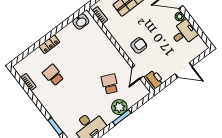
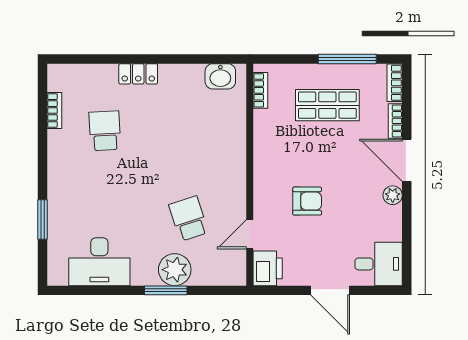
desk: (184, 33) -> (379, 264), moved
armchair: (139, 45) -> (307, 201), moved
school desk: (110, 84) -> (189, 219), turned -42

